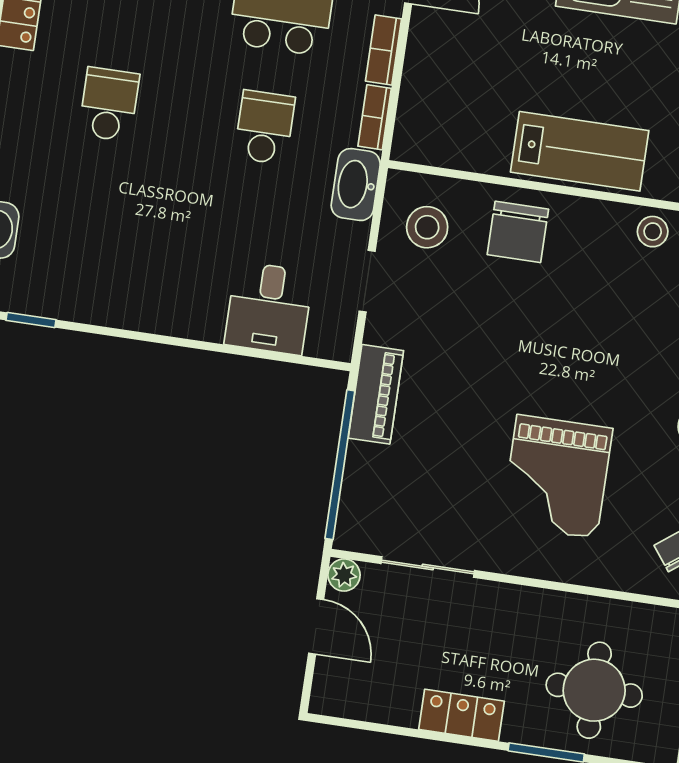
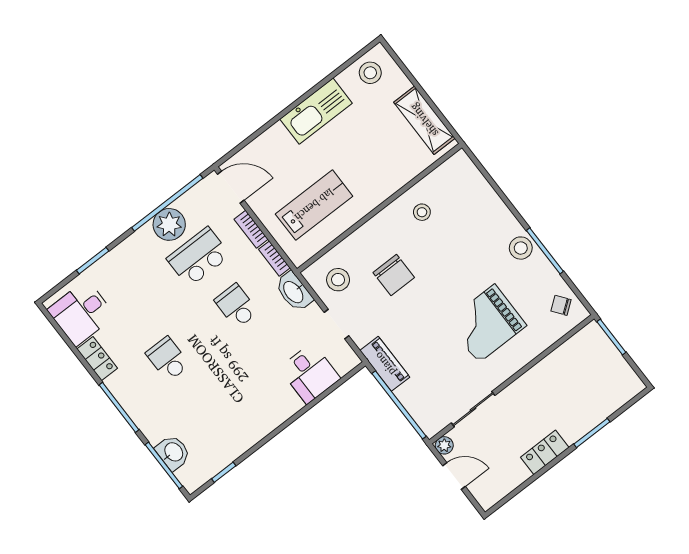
lab bench: (580, 151) -> (314, 205), moved
chair: (518, 232) -> (394, 275), moved
stool: (653, 232) -> (422, 212), moved
grand piano: (557, 477) -> (486, 323), turned 90
round table: (594, 690) -> (585, 390), removed

